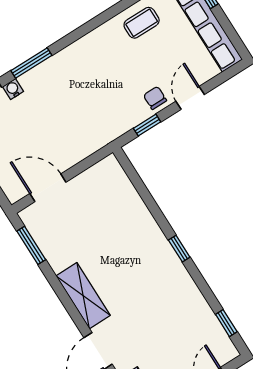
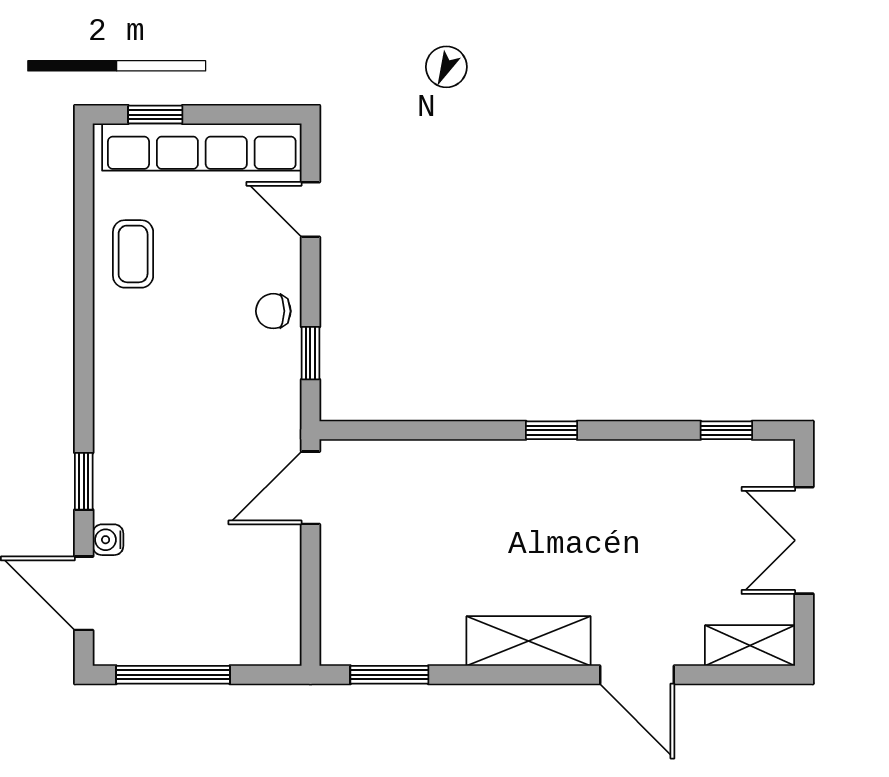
window: (31, 63) -> (84, 481), width x0.67
door: (190, 98) -> (310, 209), moved
door: (48, 188) -> (310, 488), moved

